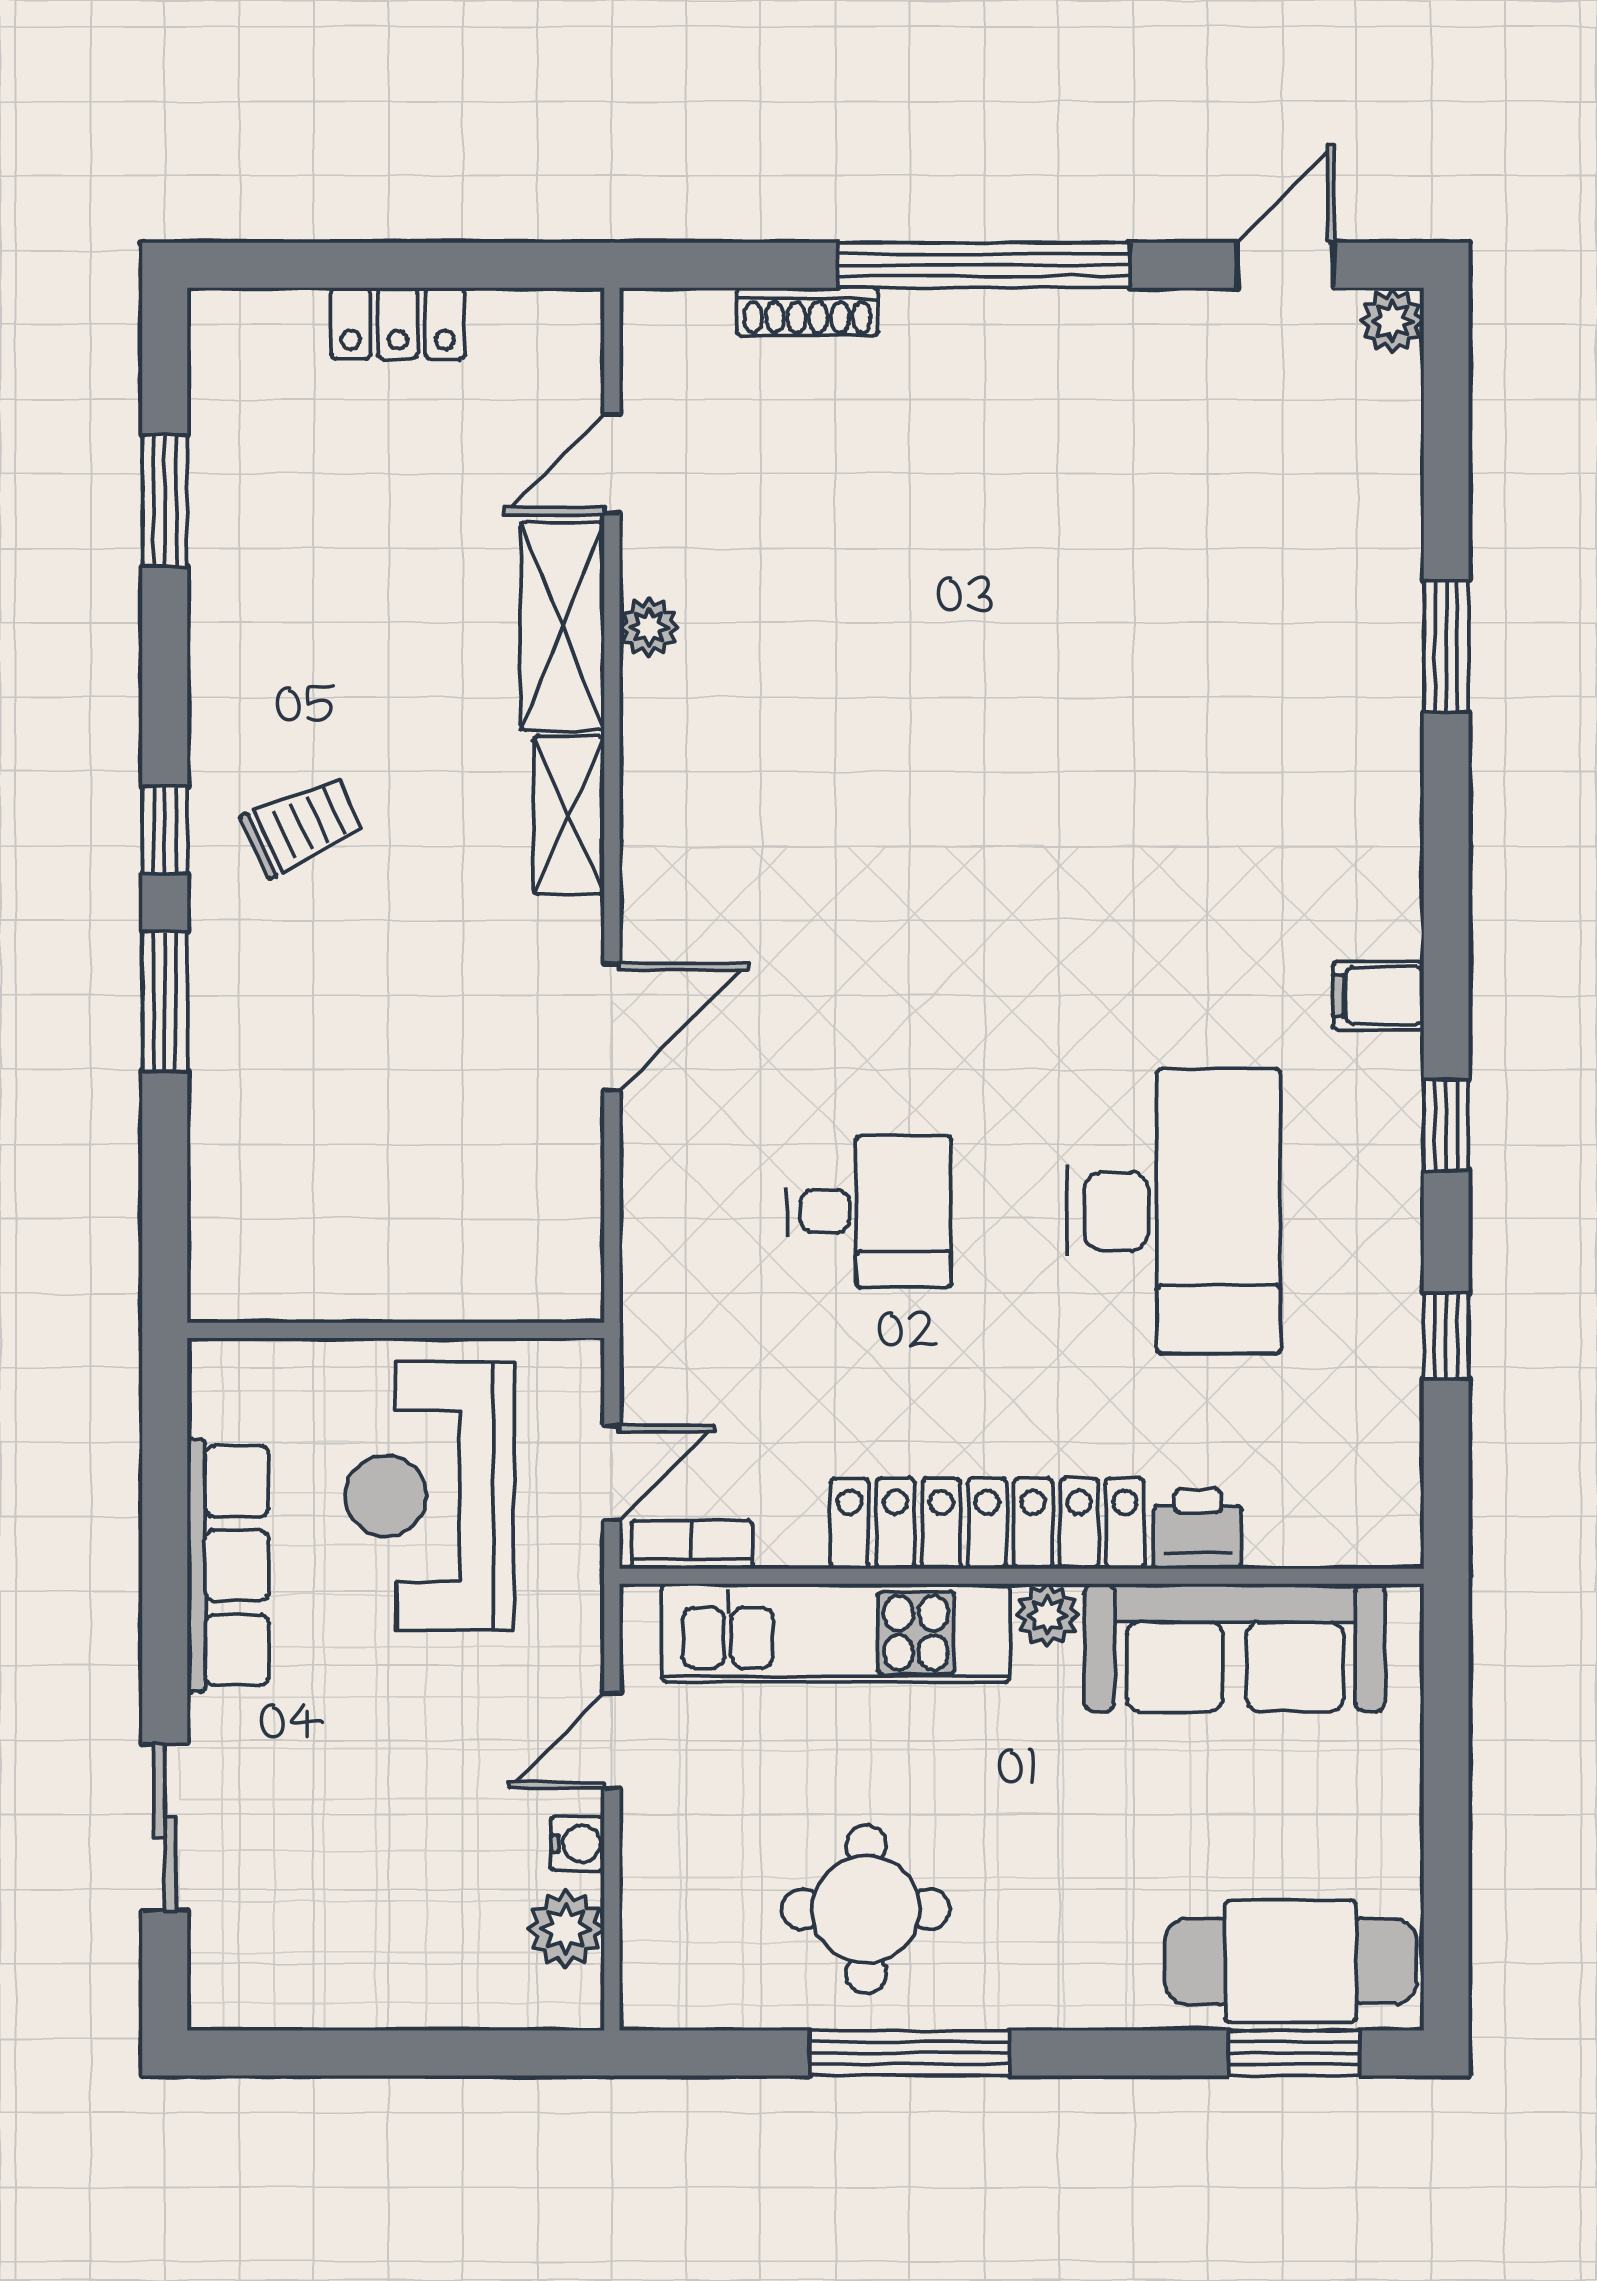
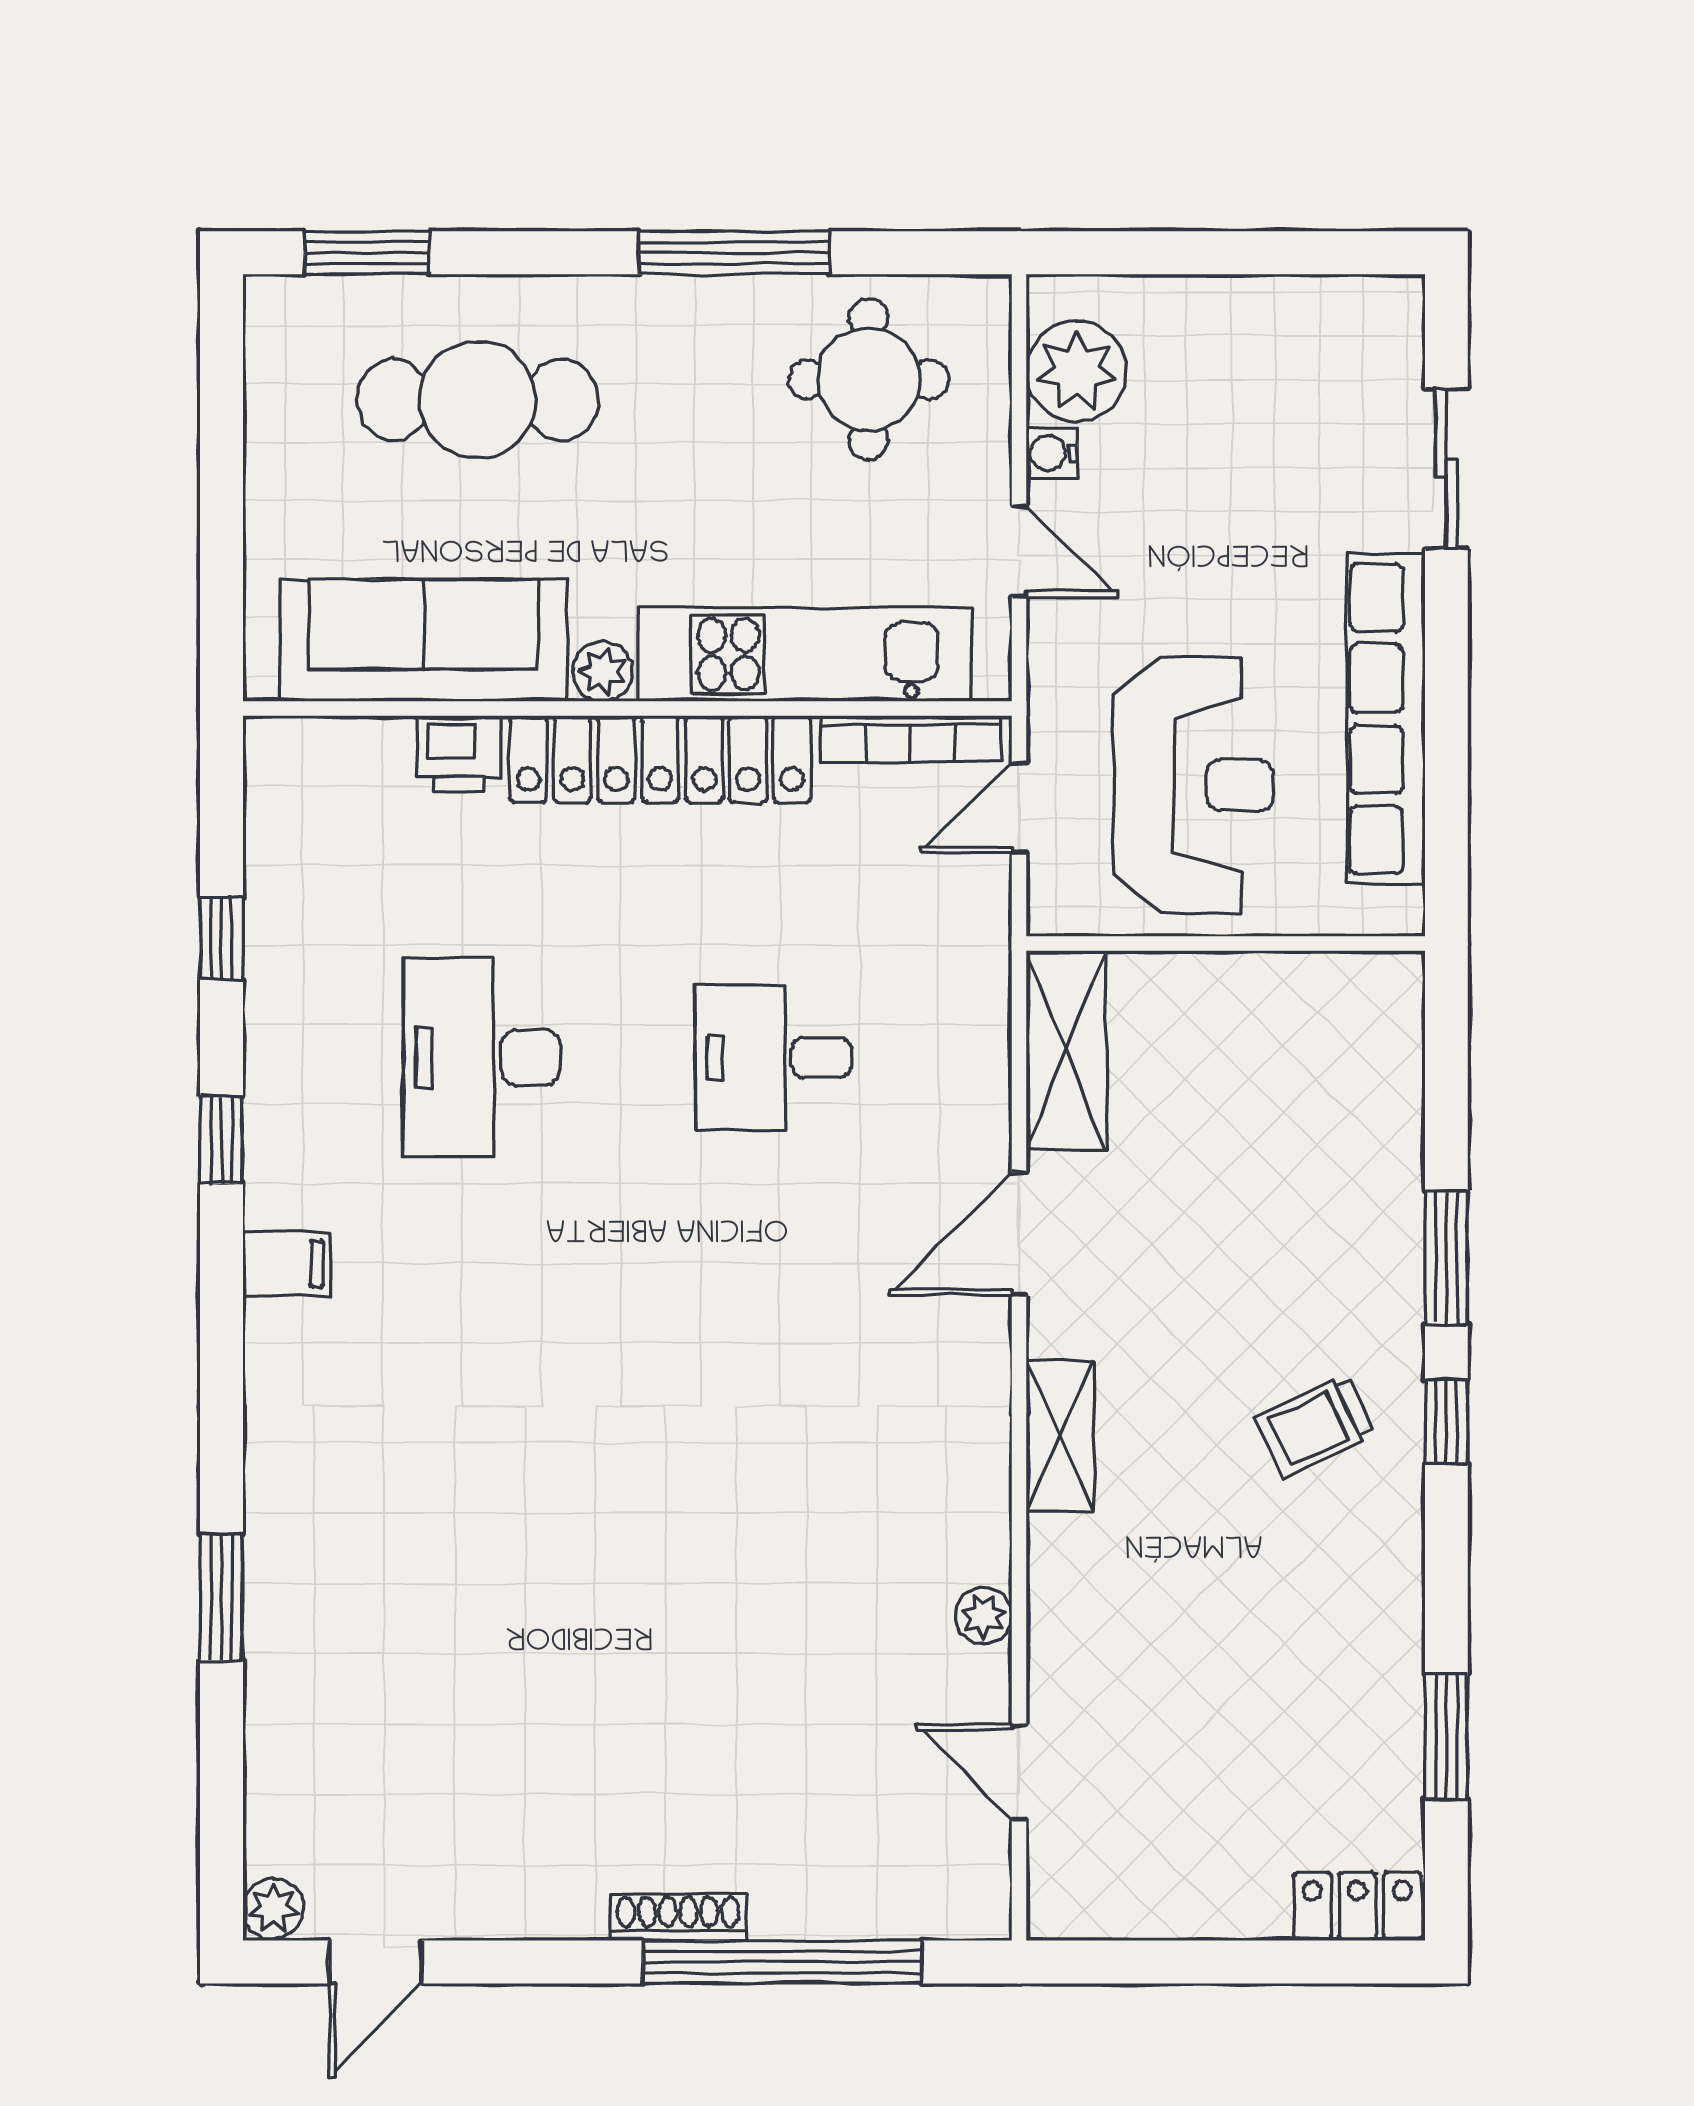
window: (984, 265) -> (782, 1962), moved
shoe rack: (807, 312) -> (678, 1918), moved
locker: (398, 323) -> (1357, 1906), moved
door: (612, 464) -> (1019, 1772), swing flipped
shelving: (563, 626) -> (1066, 1050), moved
desk: (1174, 1211) -> (482, 1057), width x0.73, depth x0.77
bookcase: (692, 1545) -> (910, 739), width x1.56
row of seats: (228, 1565) -> (1386, 719), width x1.36
door: (612, 1741) -> (1019, 551), hinge flipped
round table: (866, 1909) -> (869, 379), moved
plant: (566, 1929) -> (1077, 371), width x1.36, depth x1.36
cafe table: (1291, 1961) -> (477, 400), moved

